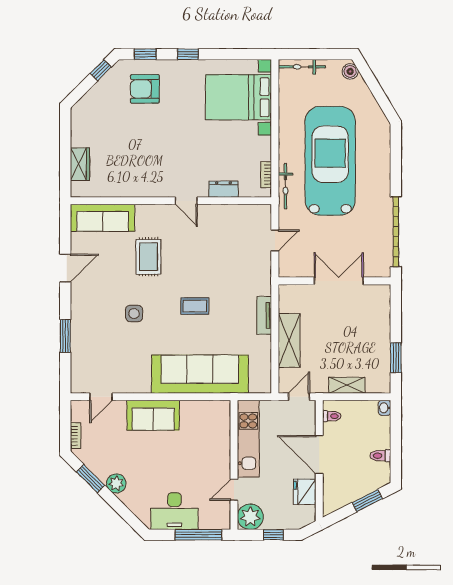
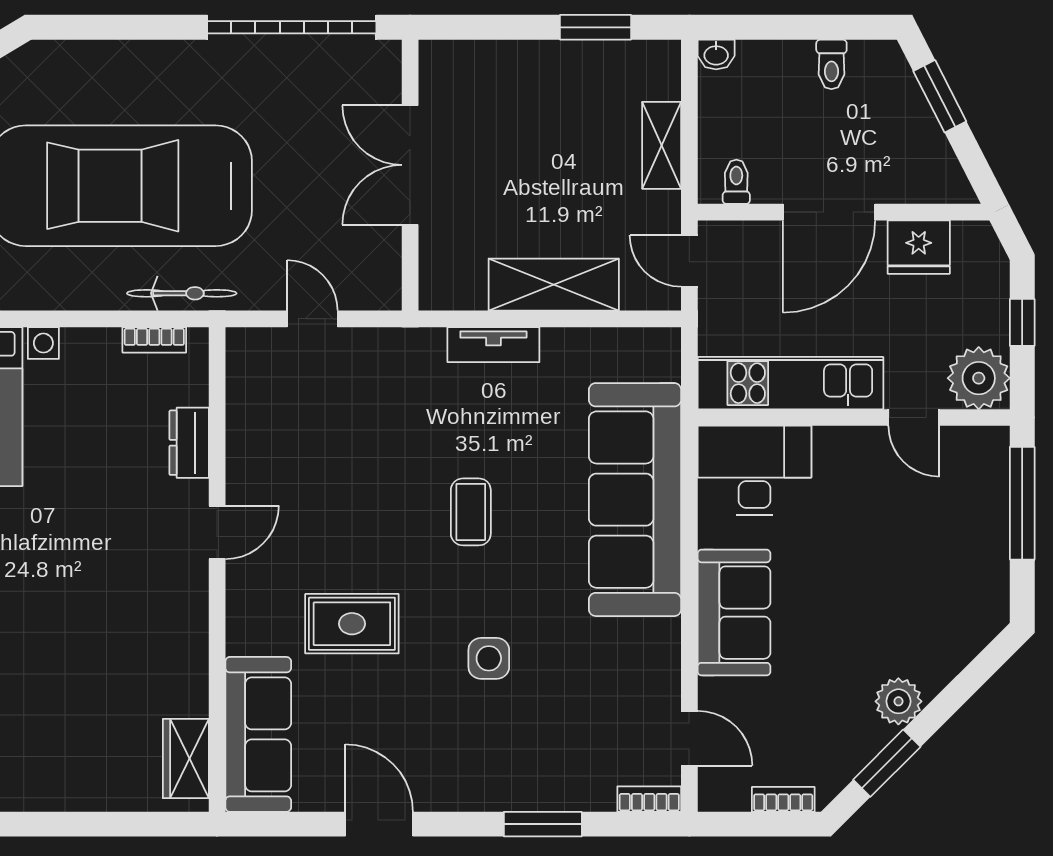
wardrobe: (80, 164) -> (186, 759), moved, turned -90
bookcase: (76, 380) -> (649, 799), added
desk: (174, 511) -> (755, 470), moved, turned -90

